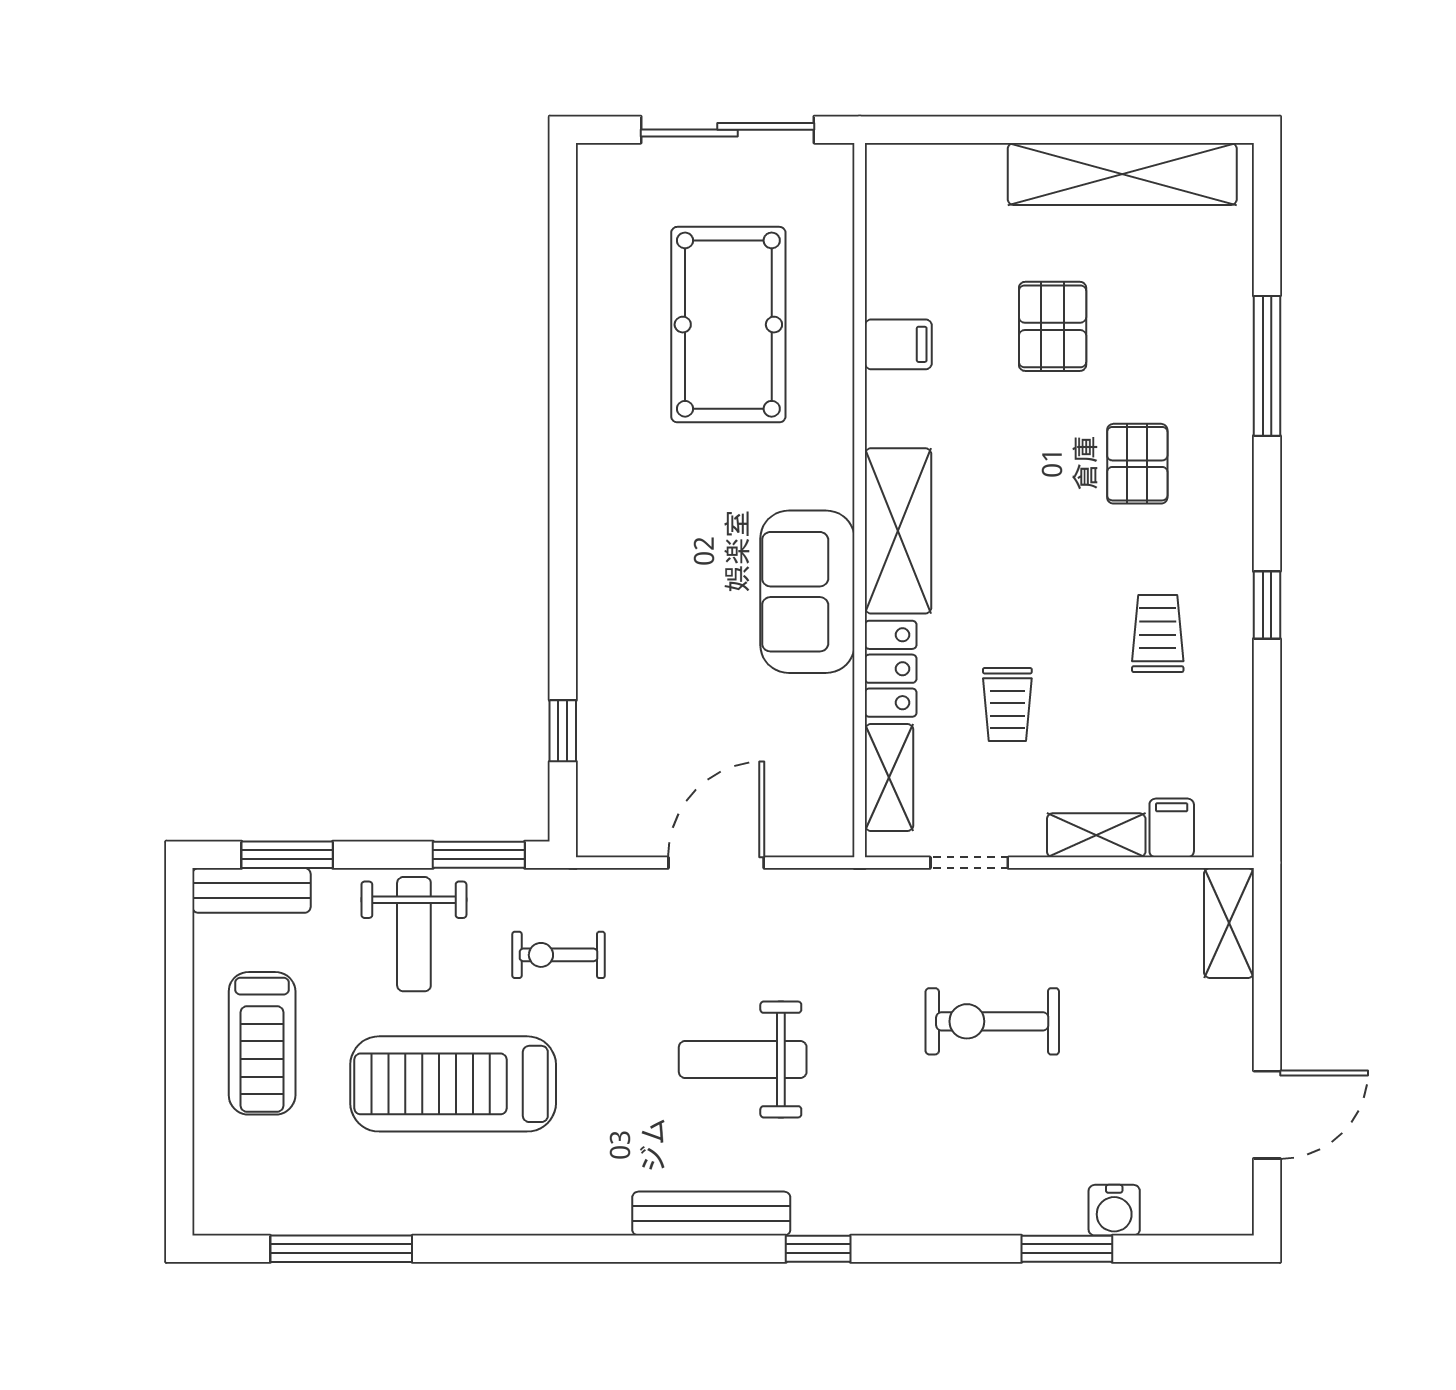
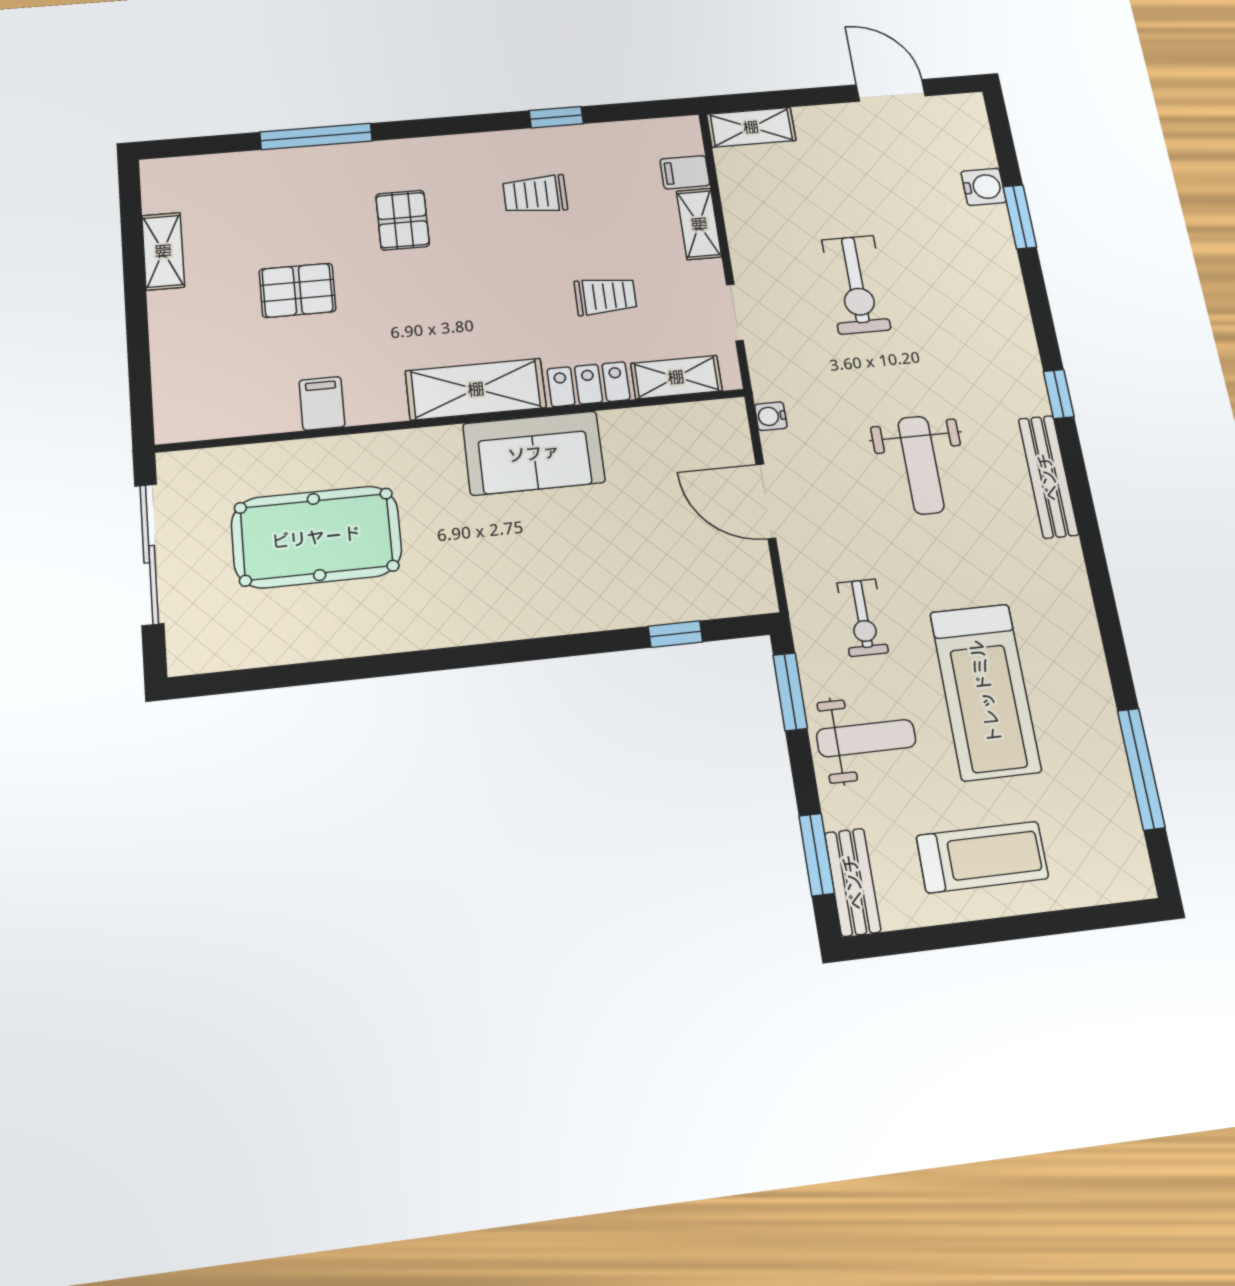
shelving: (1122, 174) -> (163, 251), width x0.45, depth x0.75
pallet: (1137, 464) -> (403, 220), turned 90
window: (1267, 605) -> (556, 117), moved
water cooler: (826, 886) -> (771, 416), added

